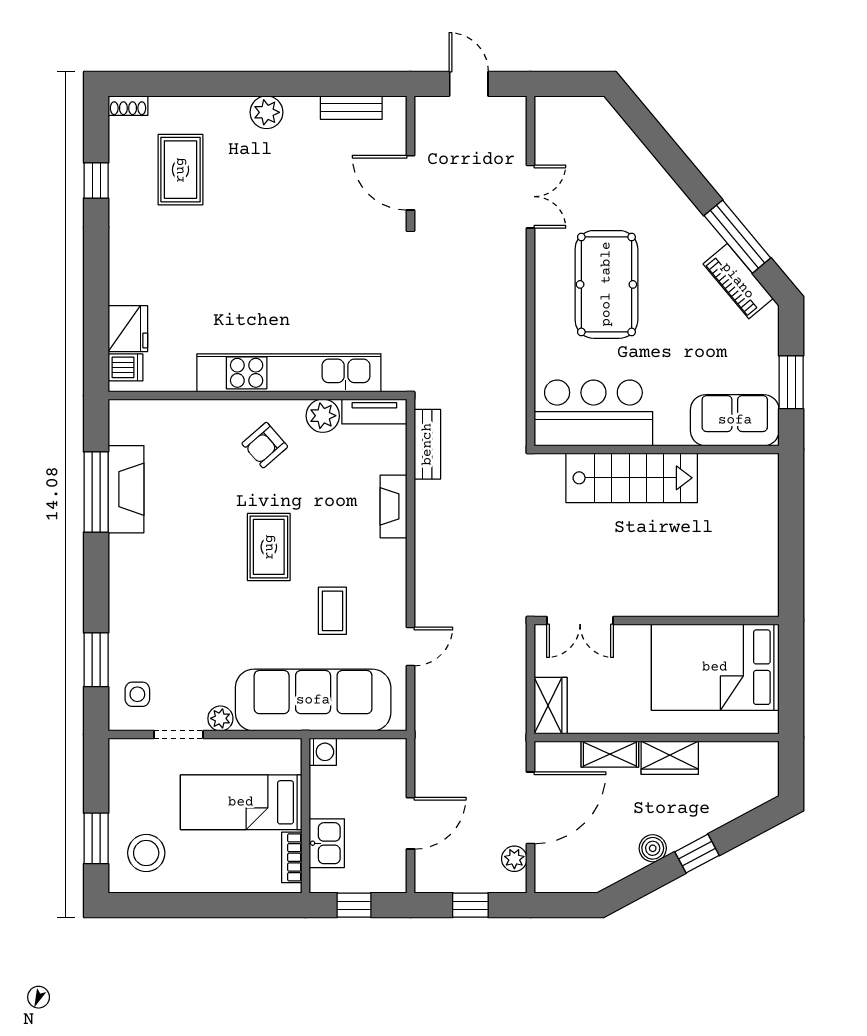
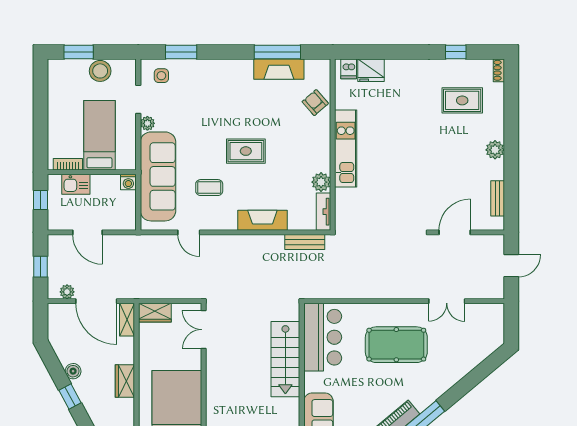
kitchen unit: (289, 373) -> (346, 149), width x0.73
armchair: (265, 445) -> (315, 103), moved
fireplace: (394, 506) -> (262, 220), width x1.37, depth x1.32
shelving: (610, 754) -> (127, 320), moved
stool: (146, 853) -> (100, 71), moved

